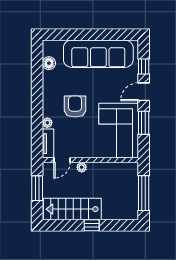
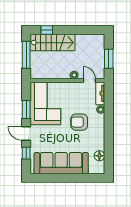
door: (144, 92) -> (26, 133), swing flipped
armchair: (75, 107) -> (79, 122), turned 90
door: (62, 160) -> (89, 80), hinge flipped
stairs: (72, 209) -> (53, 43), moved
window: (92, 225) -> (47, 30), moved

